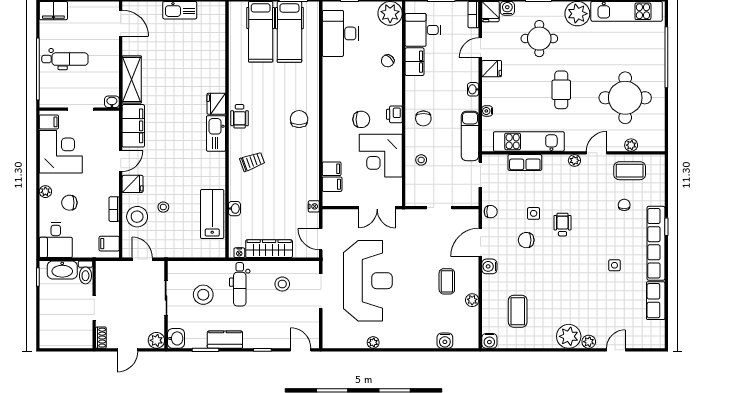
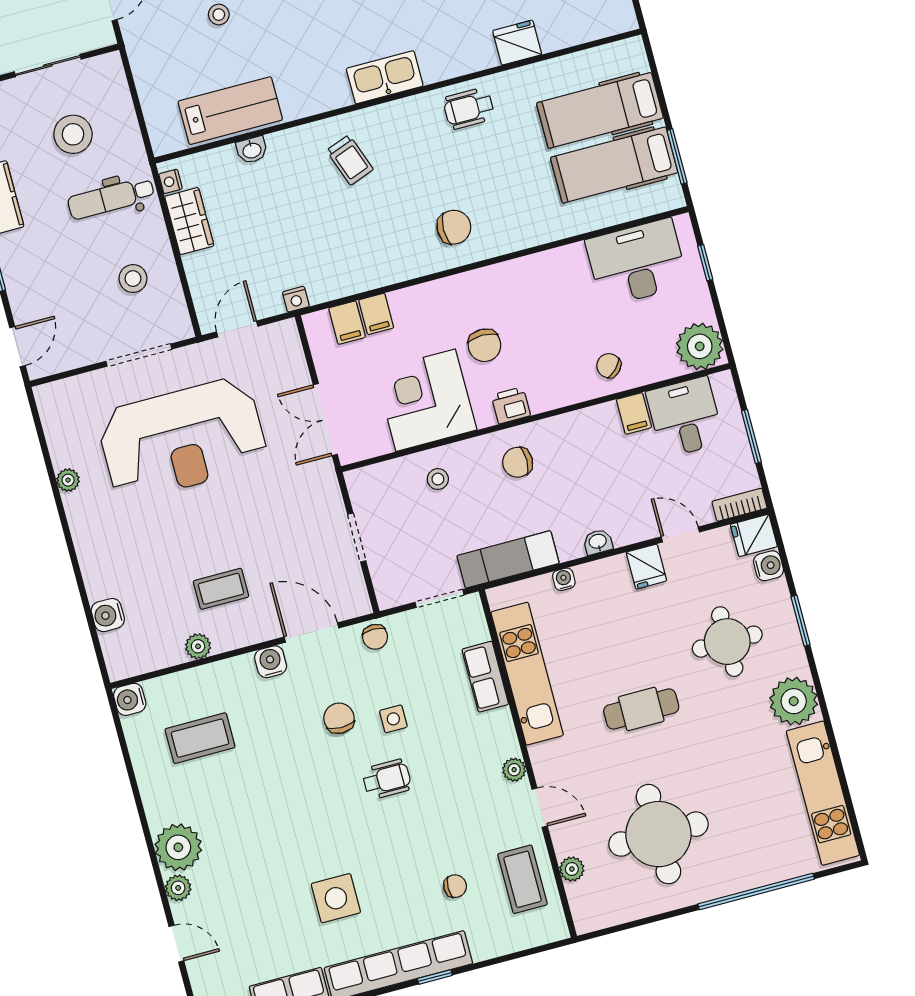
filing cabinet: (415, 62) -> (634, 413), width x0.50
fridge: (216, 104) -> (517, 43), moved
wheelchair: (240, 116) -> (469, 108), moved
wardrobe: (269, 249) -> (189, 221), width x0.67
side table: (614, 265) -> (336, 898), width x1.87, depth x1.87

